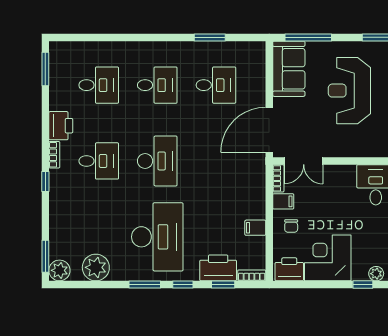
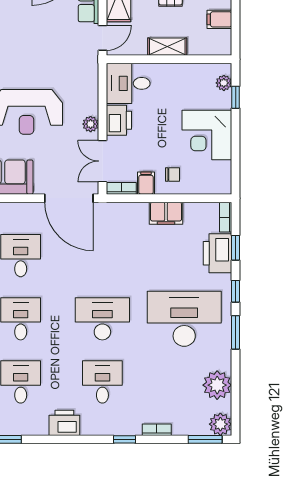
plant: (338, 150) -> (91, 124), added
bookcase: (54, 155) -> (157, 430), moved
double door: (304, 161) -> (102, 161), swing flipped
filing cabinet: (255, 228) -> (166, 213), width x2.00
printer: (289, 269) -> (119, 120), moved, turned 180

